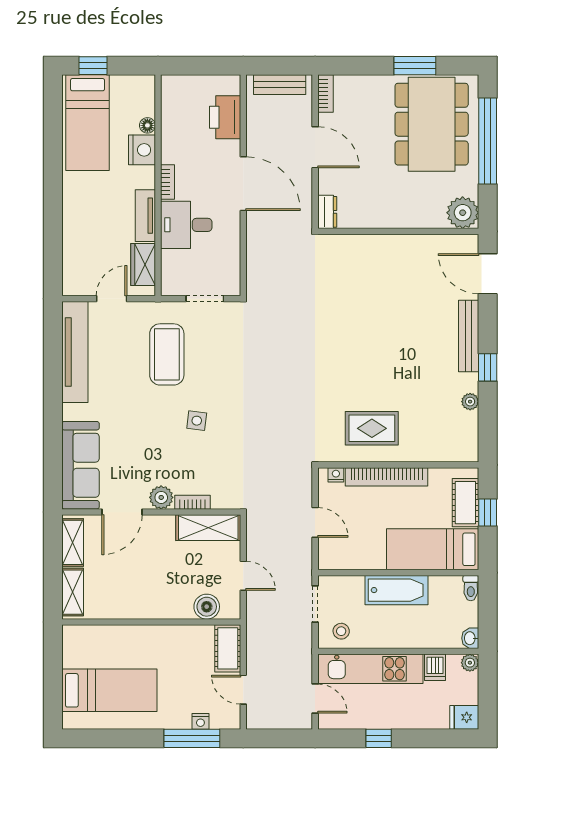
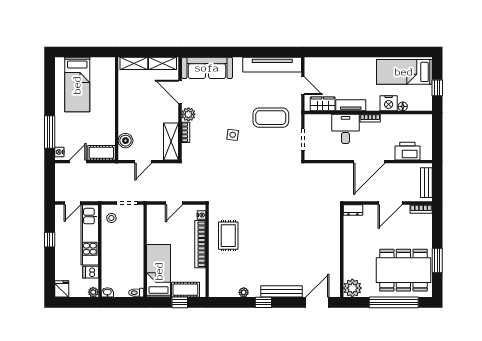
window: (93, 66) -> (437, 88), moved
bathtub: (397, 590) -> (135, 250), removed
nightstand: (200, 721) -> (59, 152), moved

